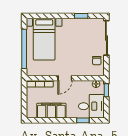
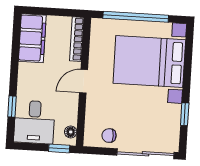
bed with nightstands: (44, 39) -> (149, 61), width x1.36
door: (65, 78) -> (84, 81), hinge flipped
filing cabinet: (51, 111) -> (32, 38), moved

